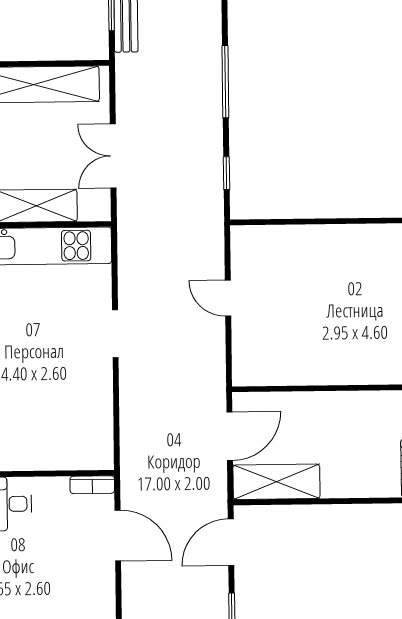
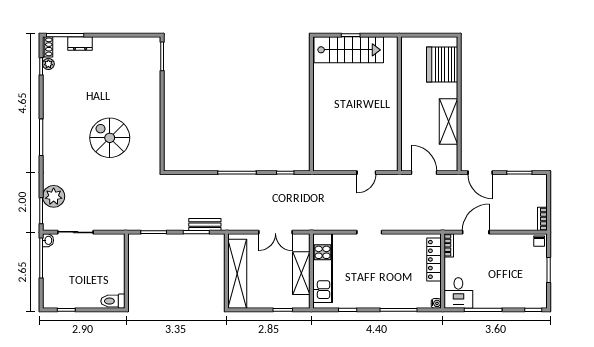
door: (228, 298) -> (366, 173), moved
locker: (65, 457) -> (434, 259), added
shelving: (276, 482) -> (448, 122), moved

